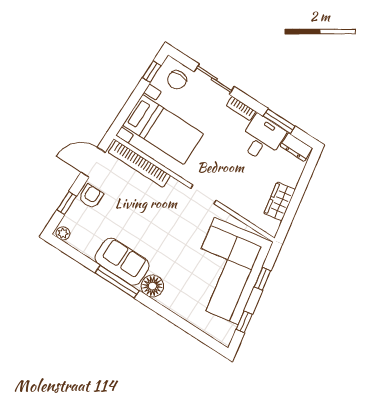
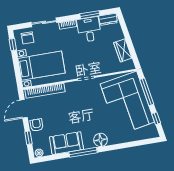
sofa: (122, 262) -> (66, 143), moved
window: (262, 279) -> (147, 92), width x2.17

